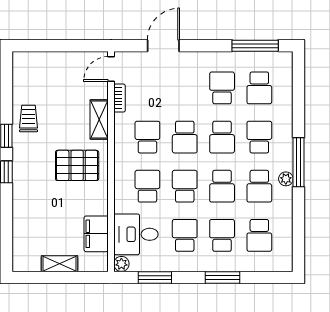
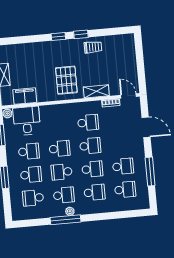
window: (255, 46) -> (150, 172), moved
school desk: (259, 88) -> (125, 190), turned 180
school desk: (185, 137) -> (90, 146), turned 180
school desk: (222, 137) -> (92, 169), turned 180
window: (299, 162) -> (65, 220), moved
school desk: (147, 186) -> (57, 125), removed
school desk: (259, 186) -> (64, 195), turned 180

